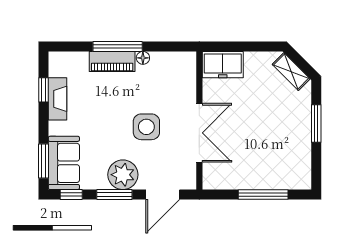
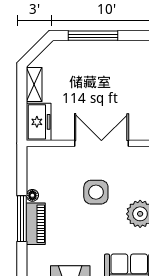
shelving: (291, 72) -> (34, 85), moved, turned -45
window: (316, 124) -> (93, 36), width x1.44

